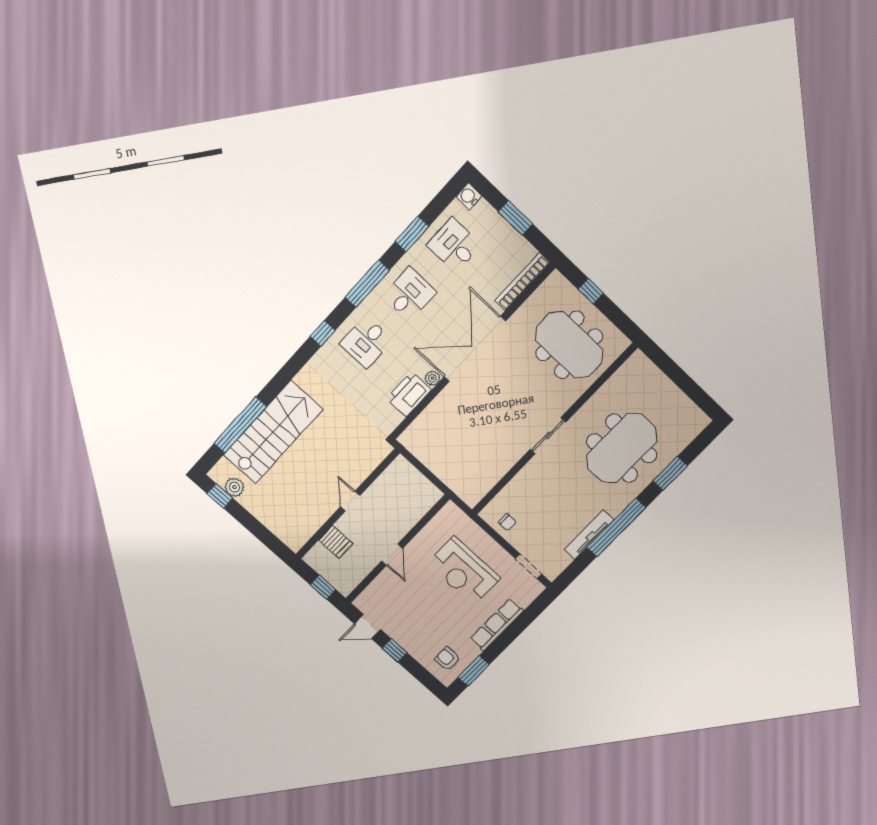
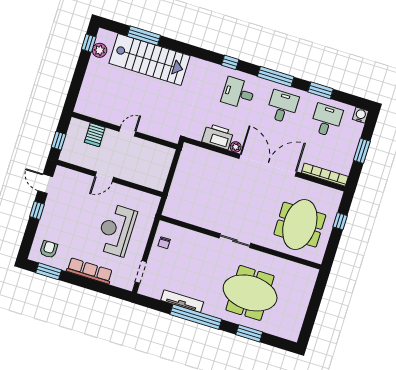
desk: (410, 294) -> (282, 107), turned -90
window: (240, 425) -> (144, 36), width x0.68

